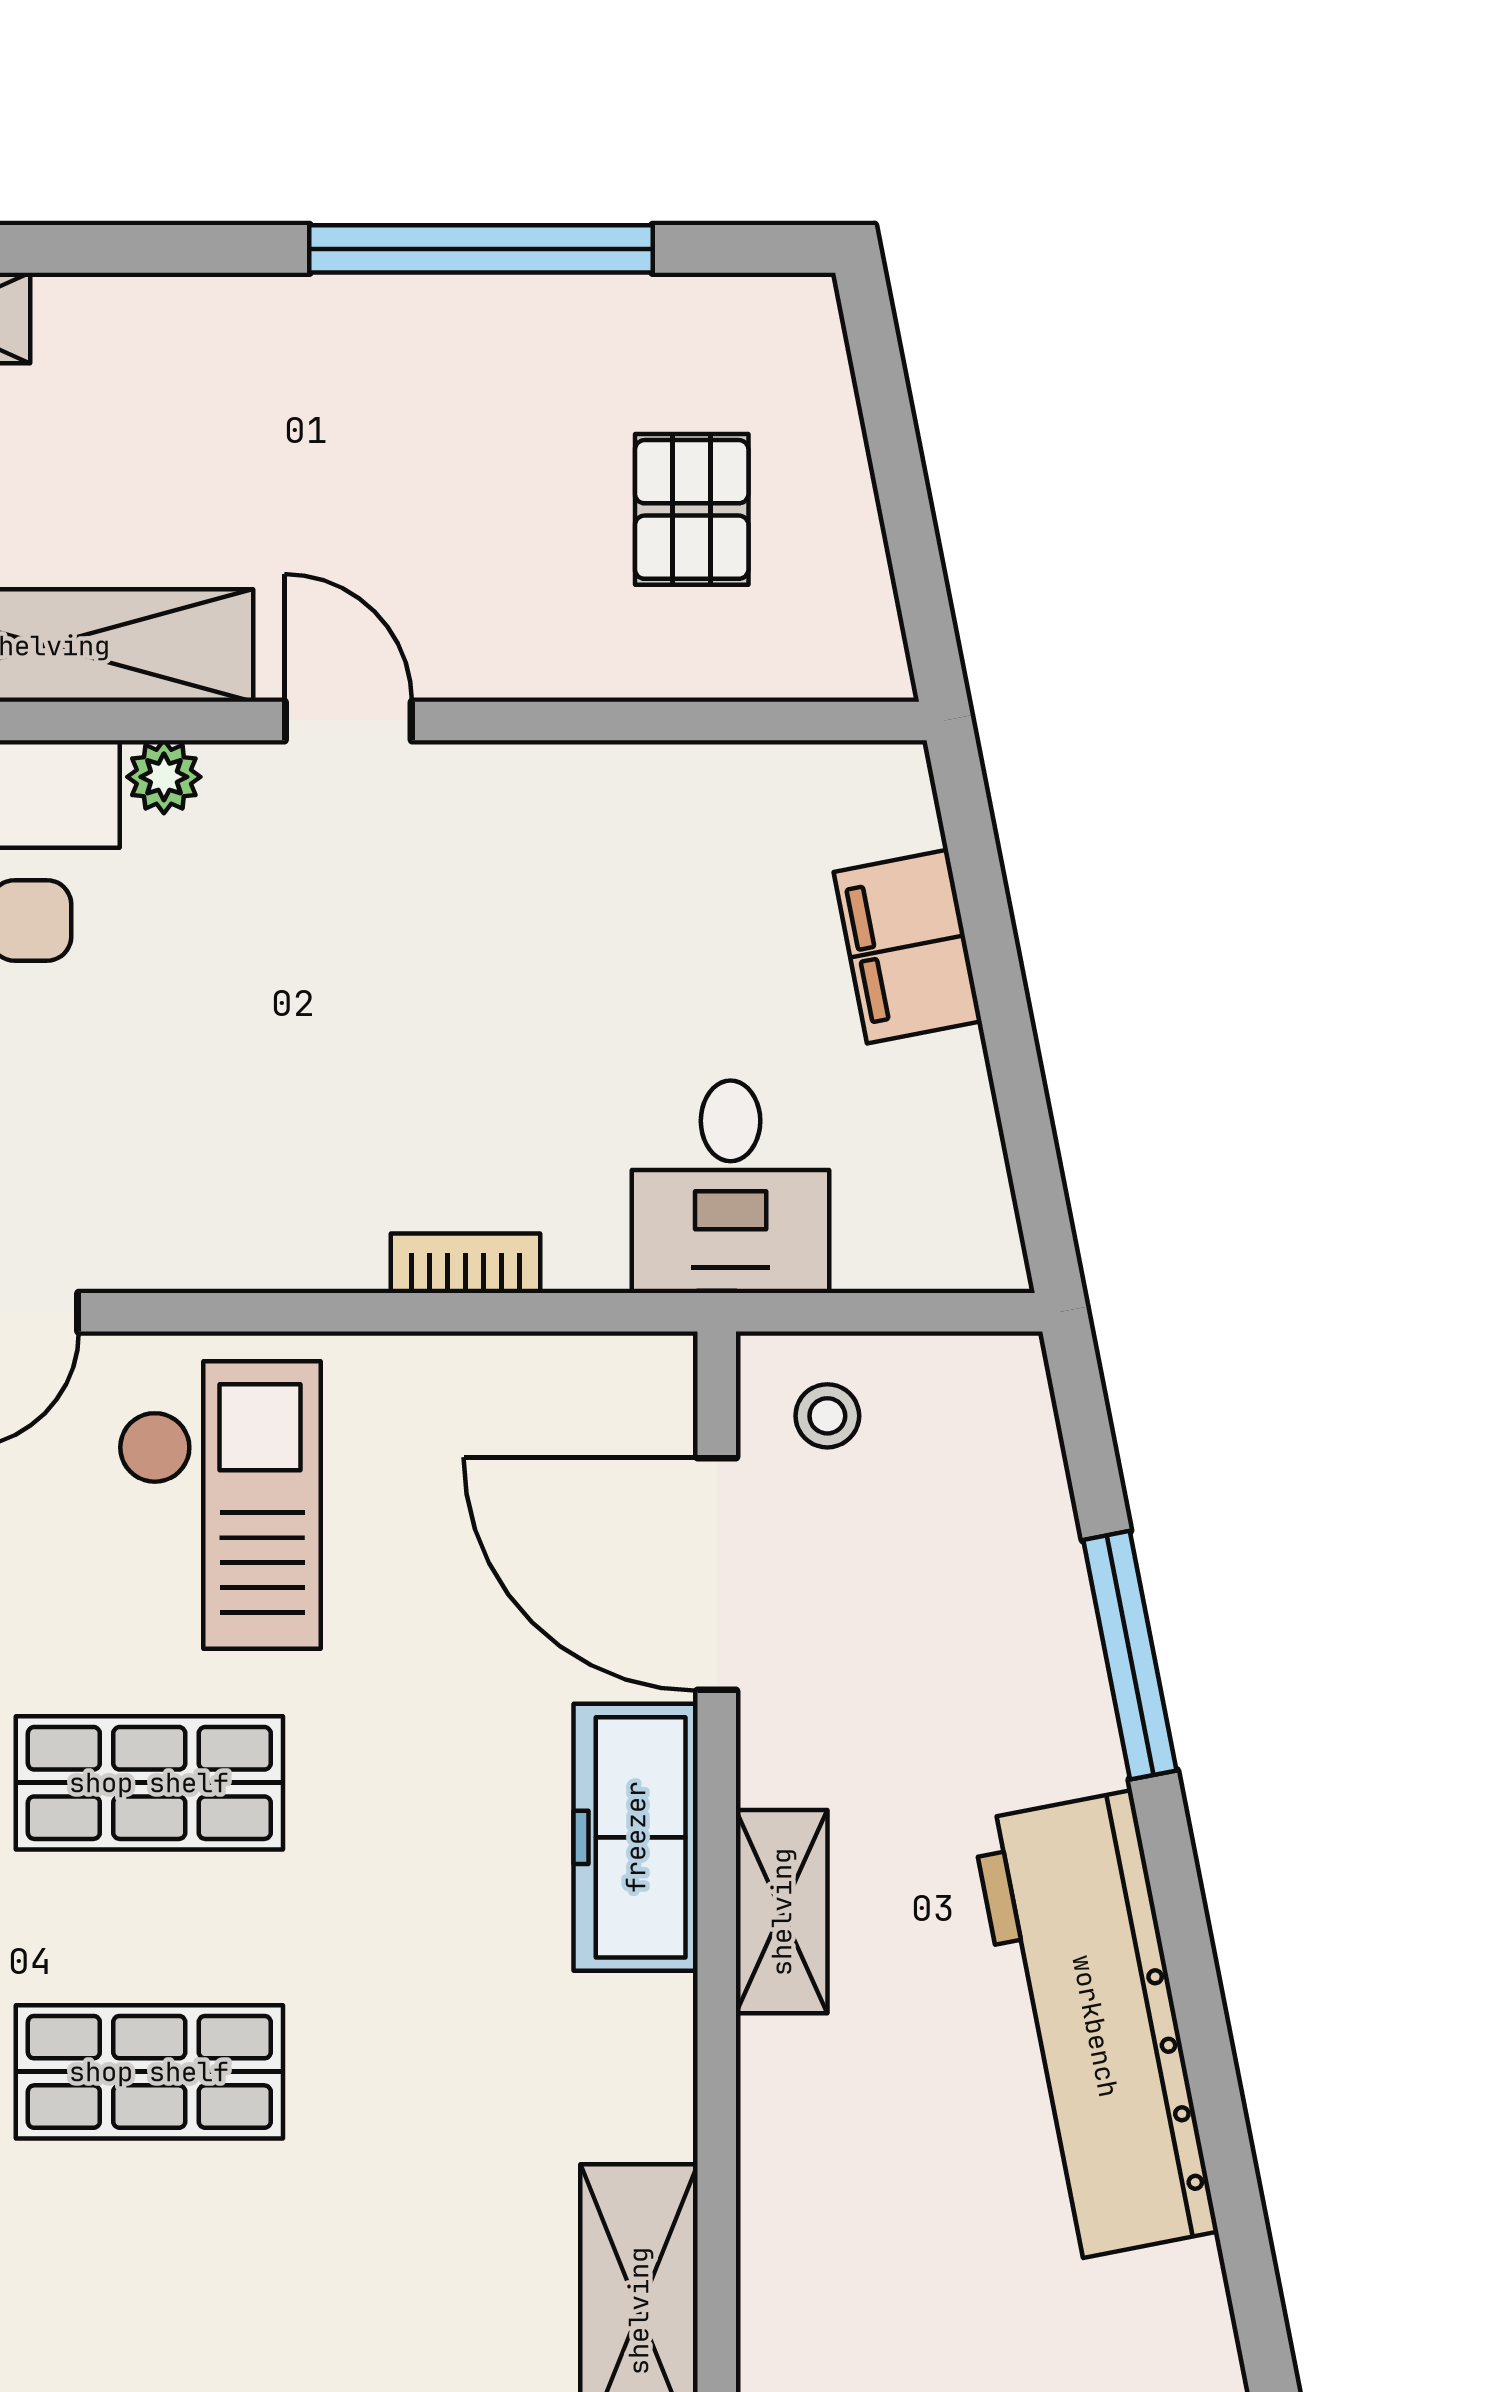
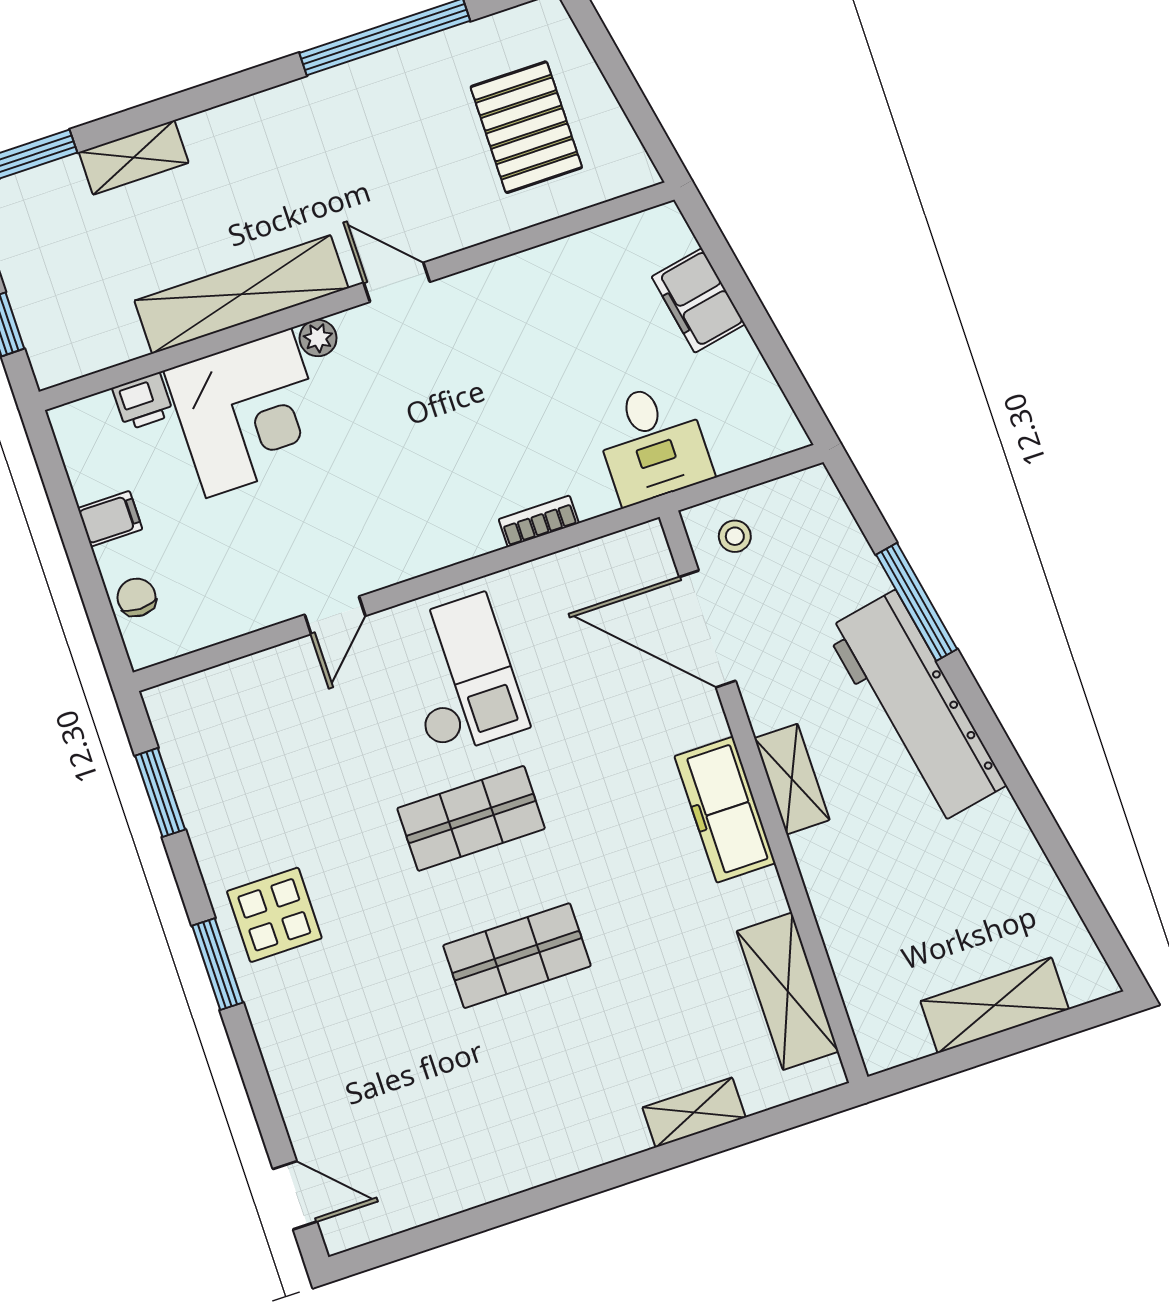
pallet: (692, 509) -> (526, 127), width x1.50, depth x1.42
freezer: (636, 1837) -> (725, 810), moved
workbench: (1095, 2026) -> (916, 708), moved

